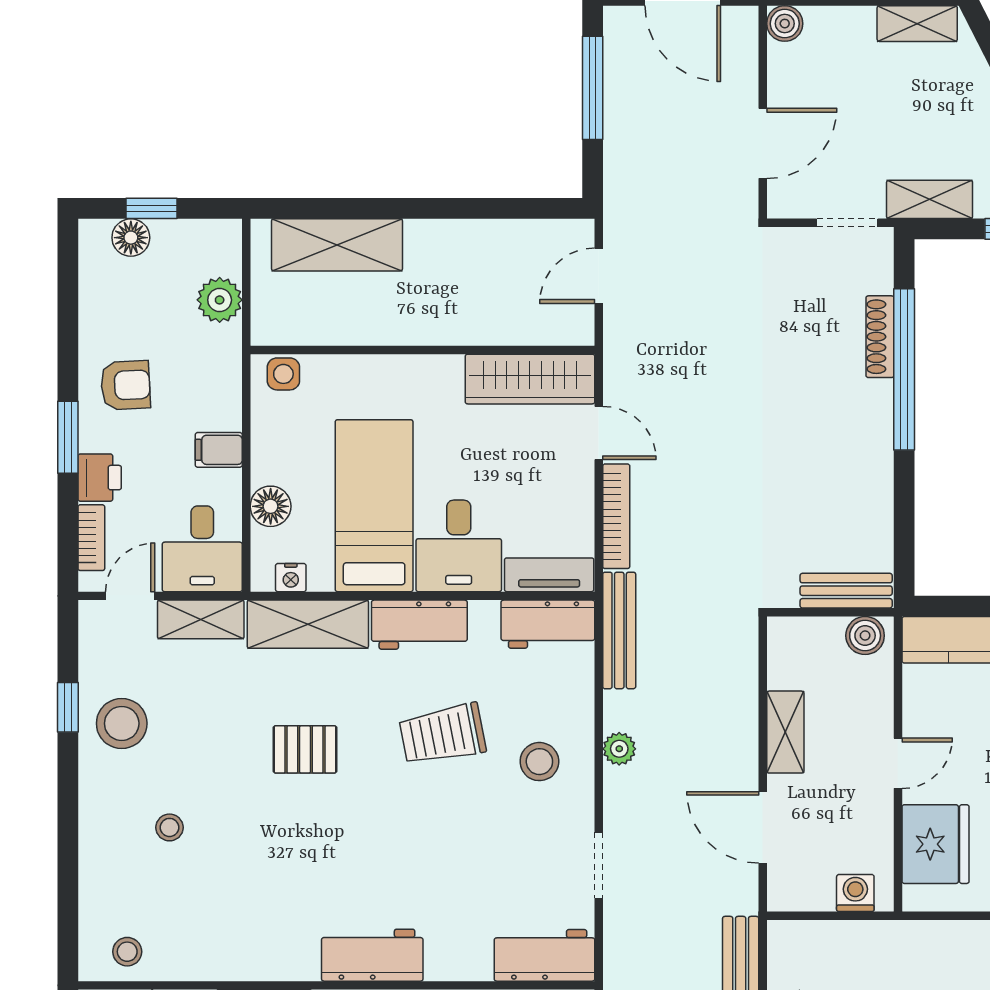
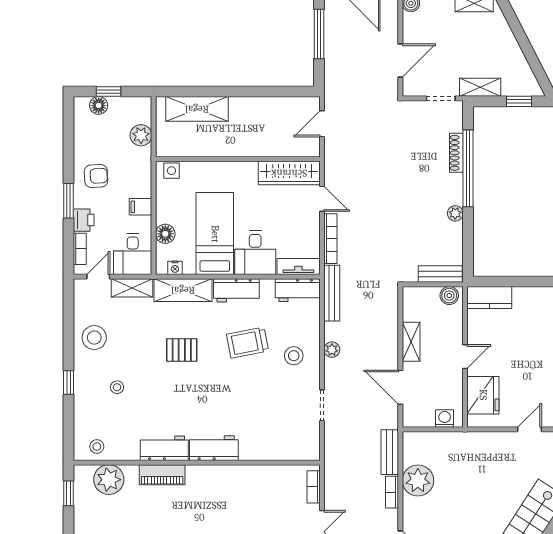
plant: (878, 463) -> (455, 213), added
window: (68, 707) -> (68, 382), moved
workbench: (544, 955) -> (164, 448), moved

